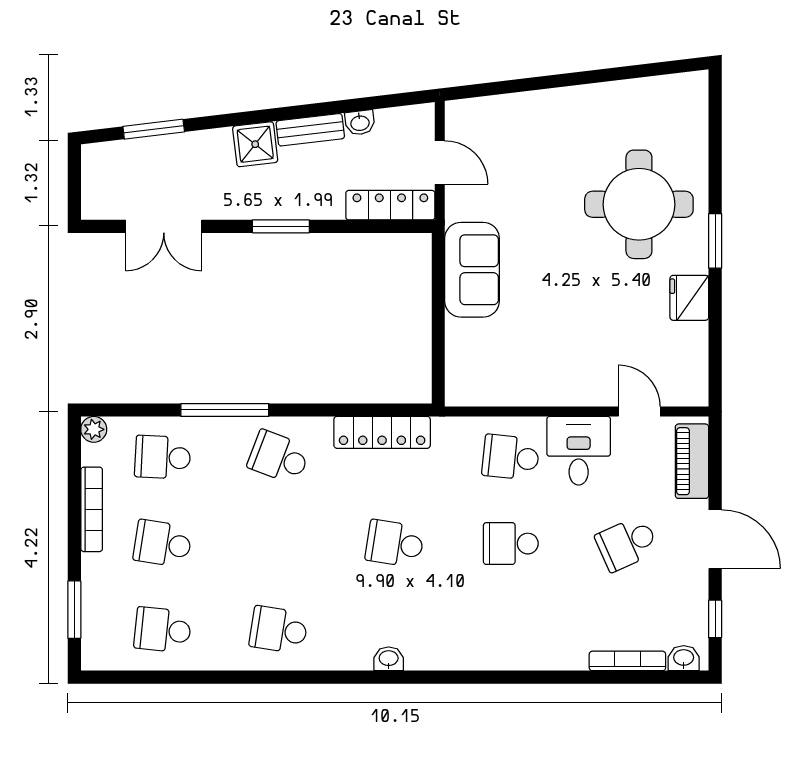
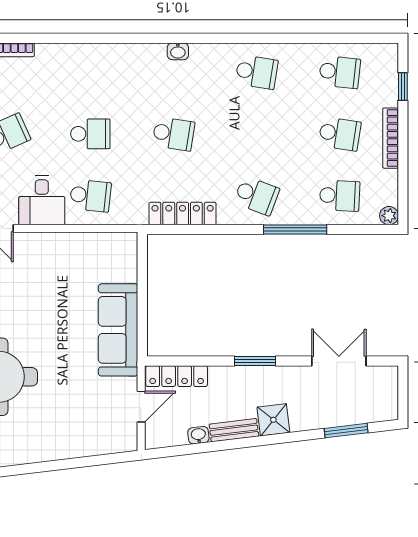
door: (440, 163) -> (141, 407), swing flipped
sofa: (472, 270) -> (118, 330), width x1.36
bookcase: (92, 509) -> (391, 138), moved
window: (74, 610) -> (403, 87), width x0.67

